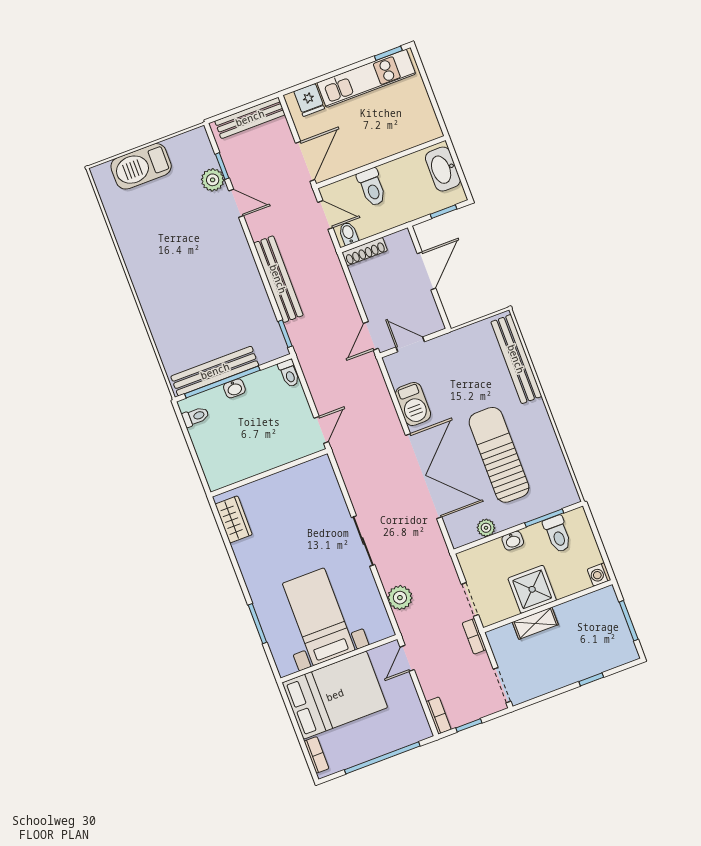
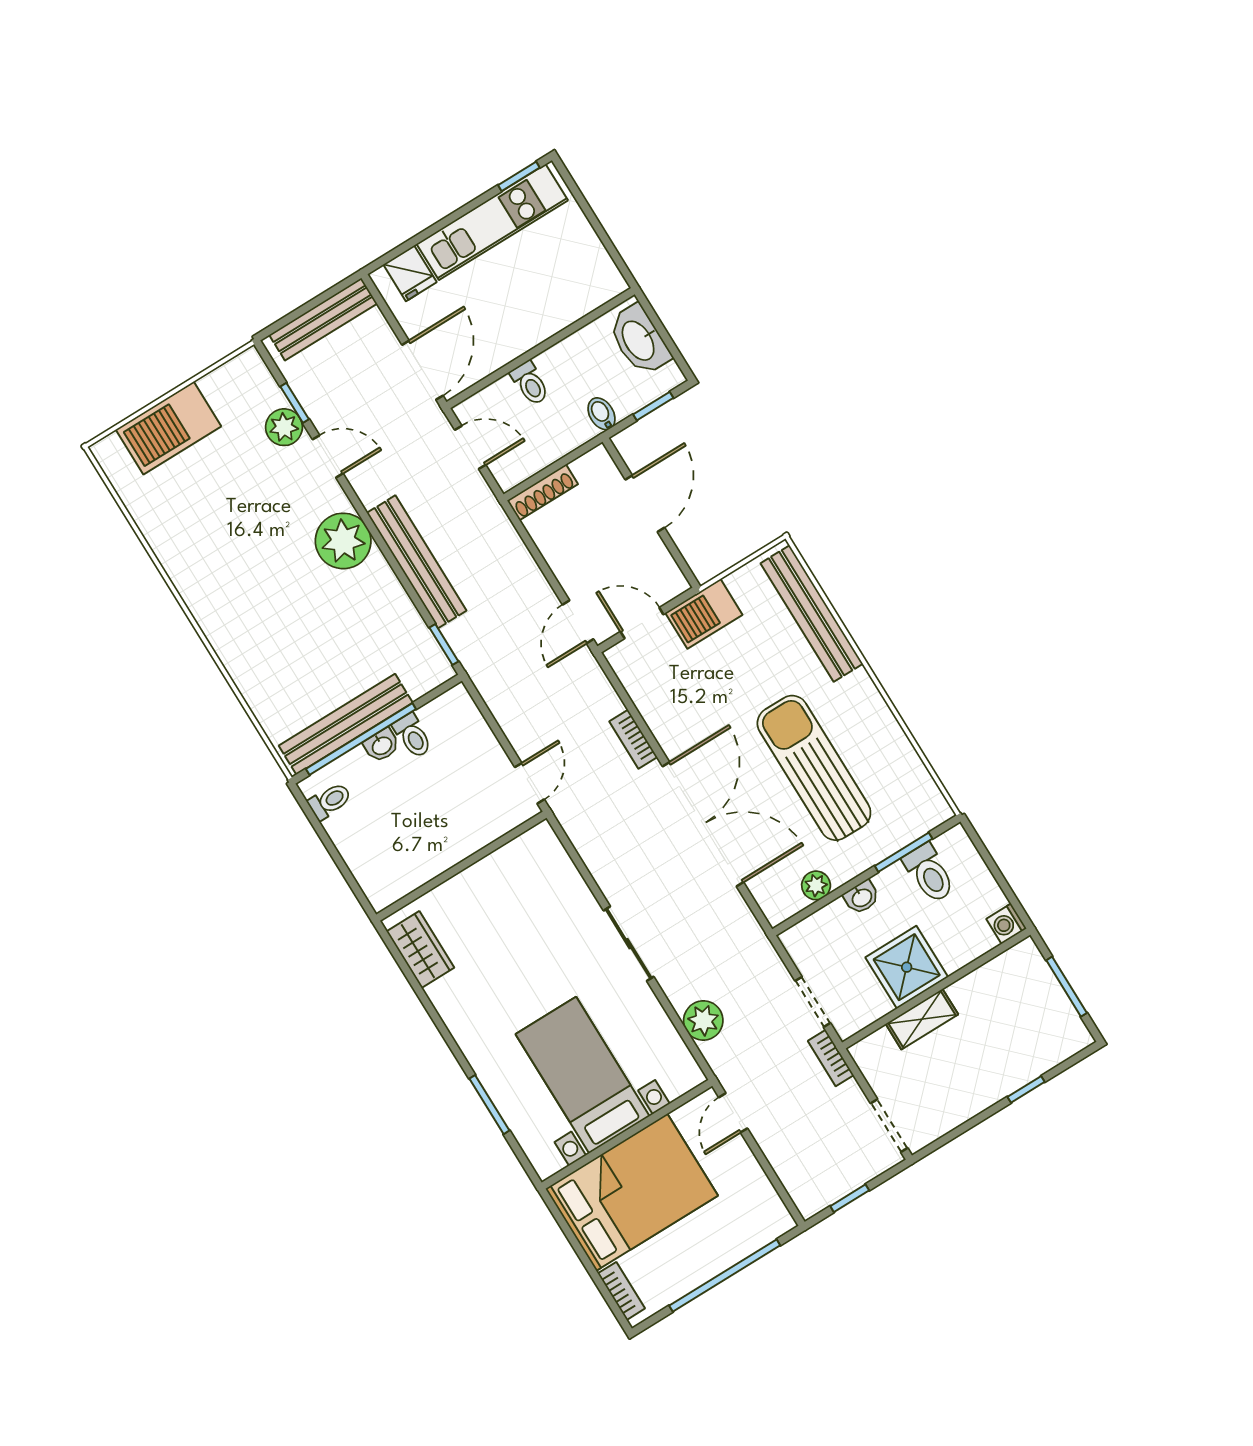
toilet: (372, 187) -> (530, 383), width x0.73, depth x0.72
bidet: (348, 233) -> (602, 414), moved
plant: (235, 257) -> (343, 541), added
toilet: (289, 373) -> (413, 736), moved
barbecue: (413, 404) -> (704, 614), moved, turned 90
bookcase: (439, 716) -> (633, 739), moved, turned 180

